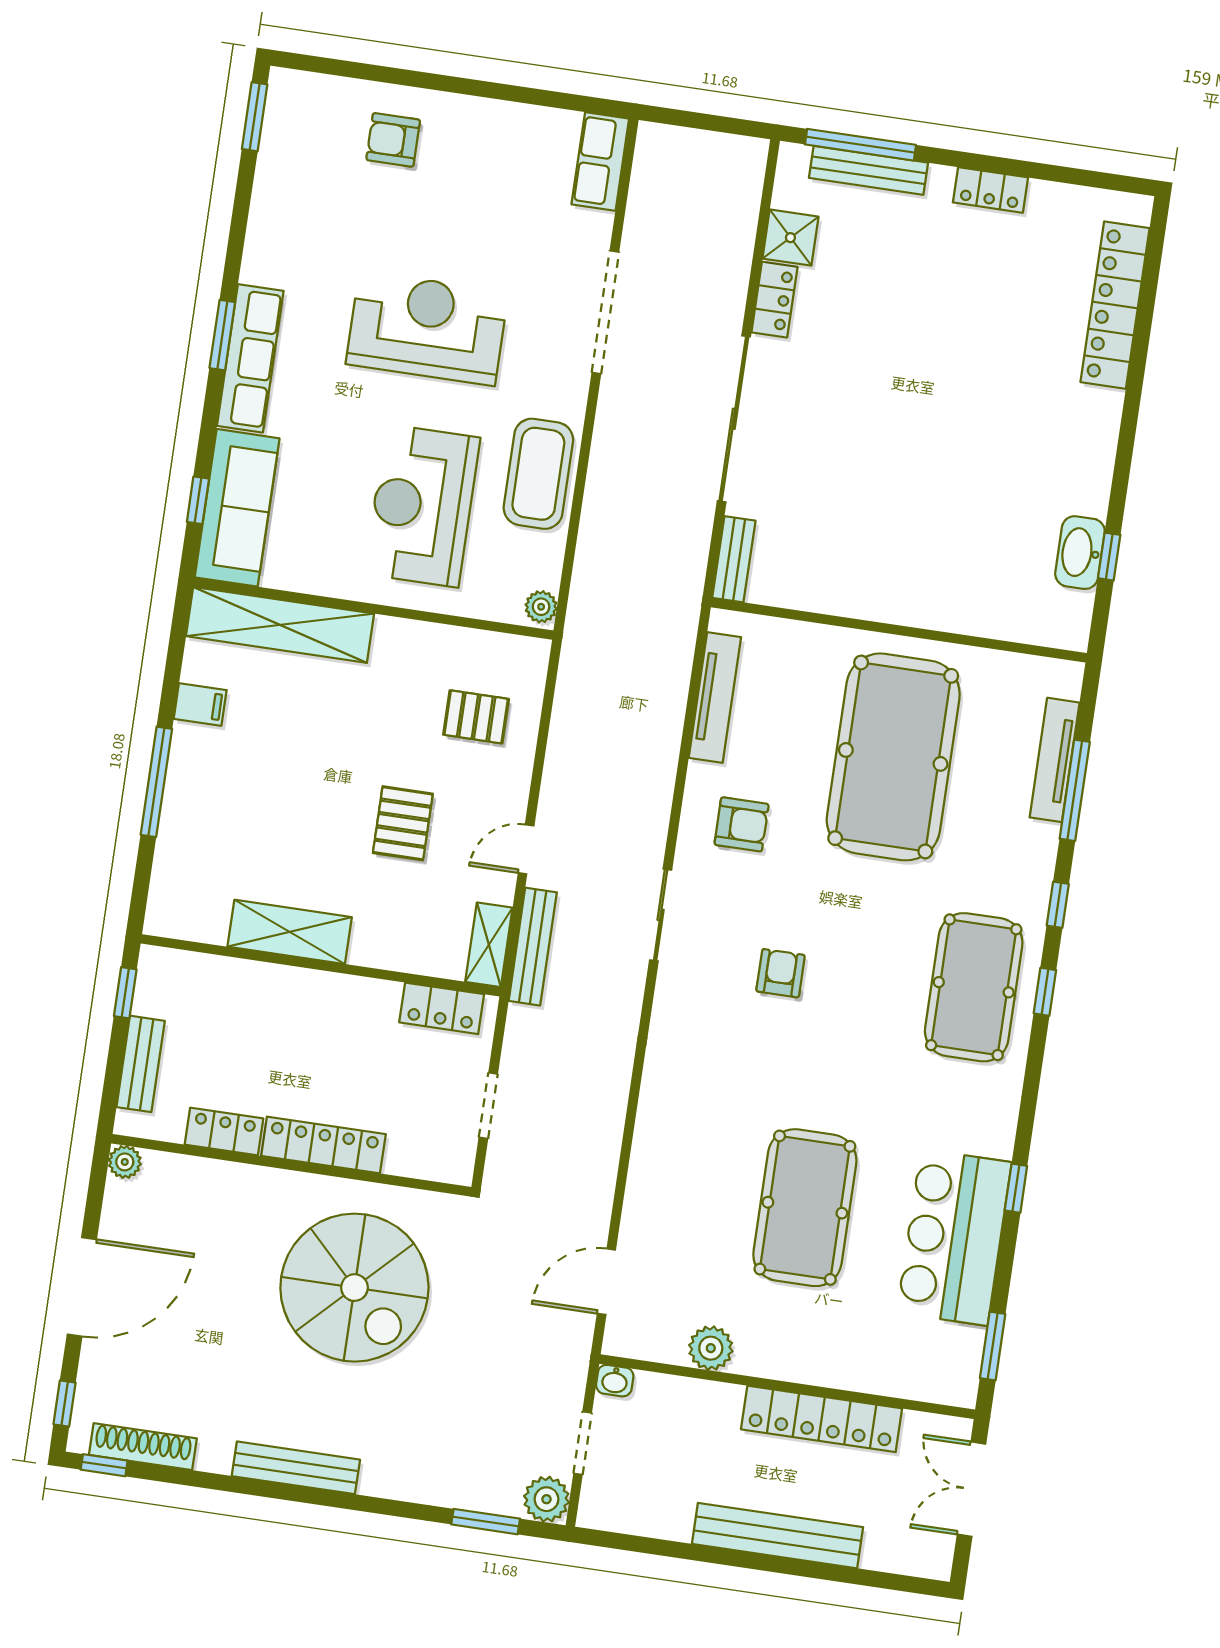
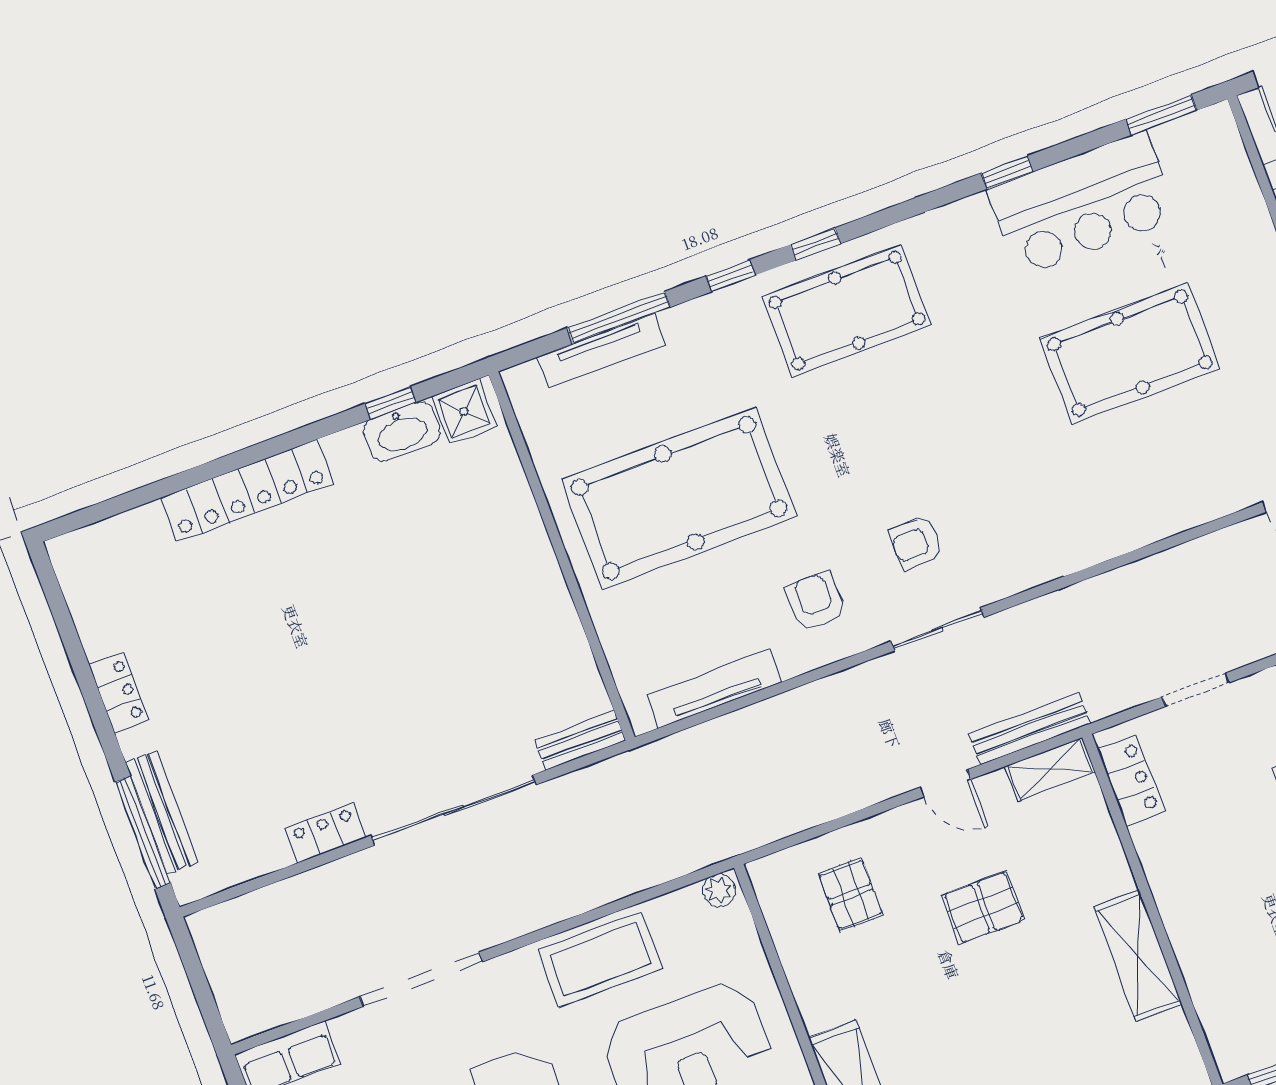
shower: (790, 238) -> (464, 411), moved
locker: (1115, 305) -> (247, 491), moved
armchair: (781, 973) -> (917, 543), moved

